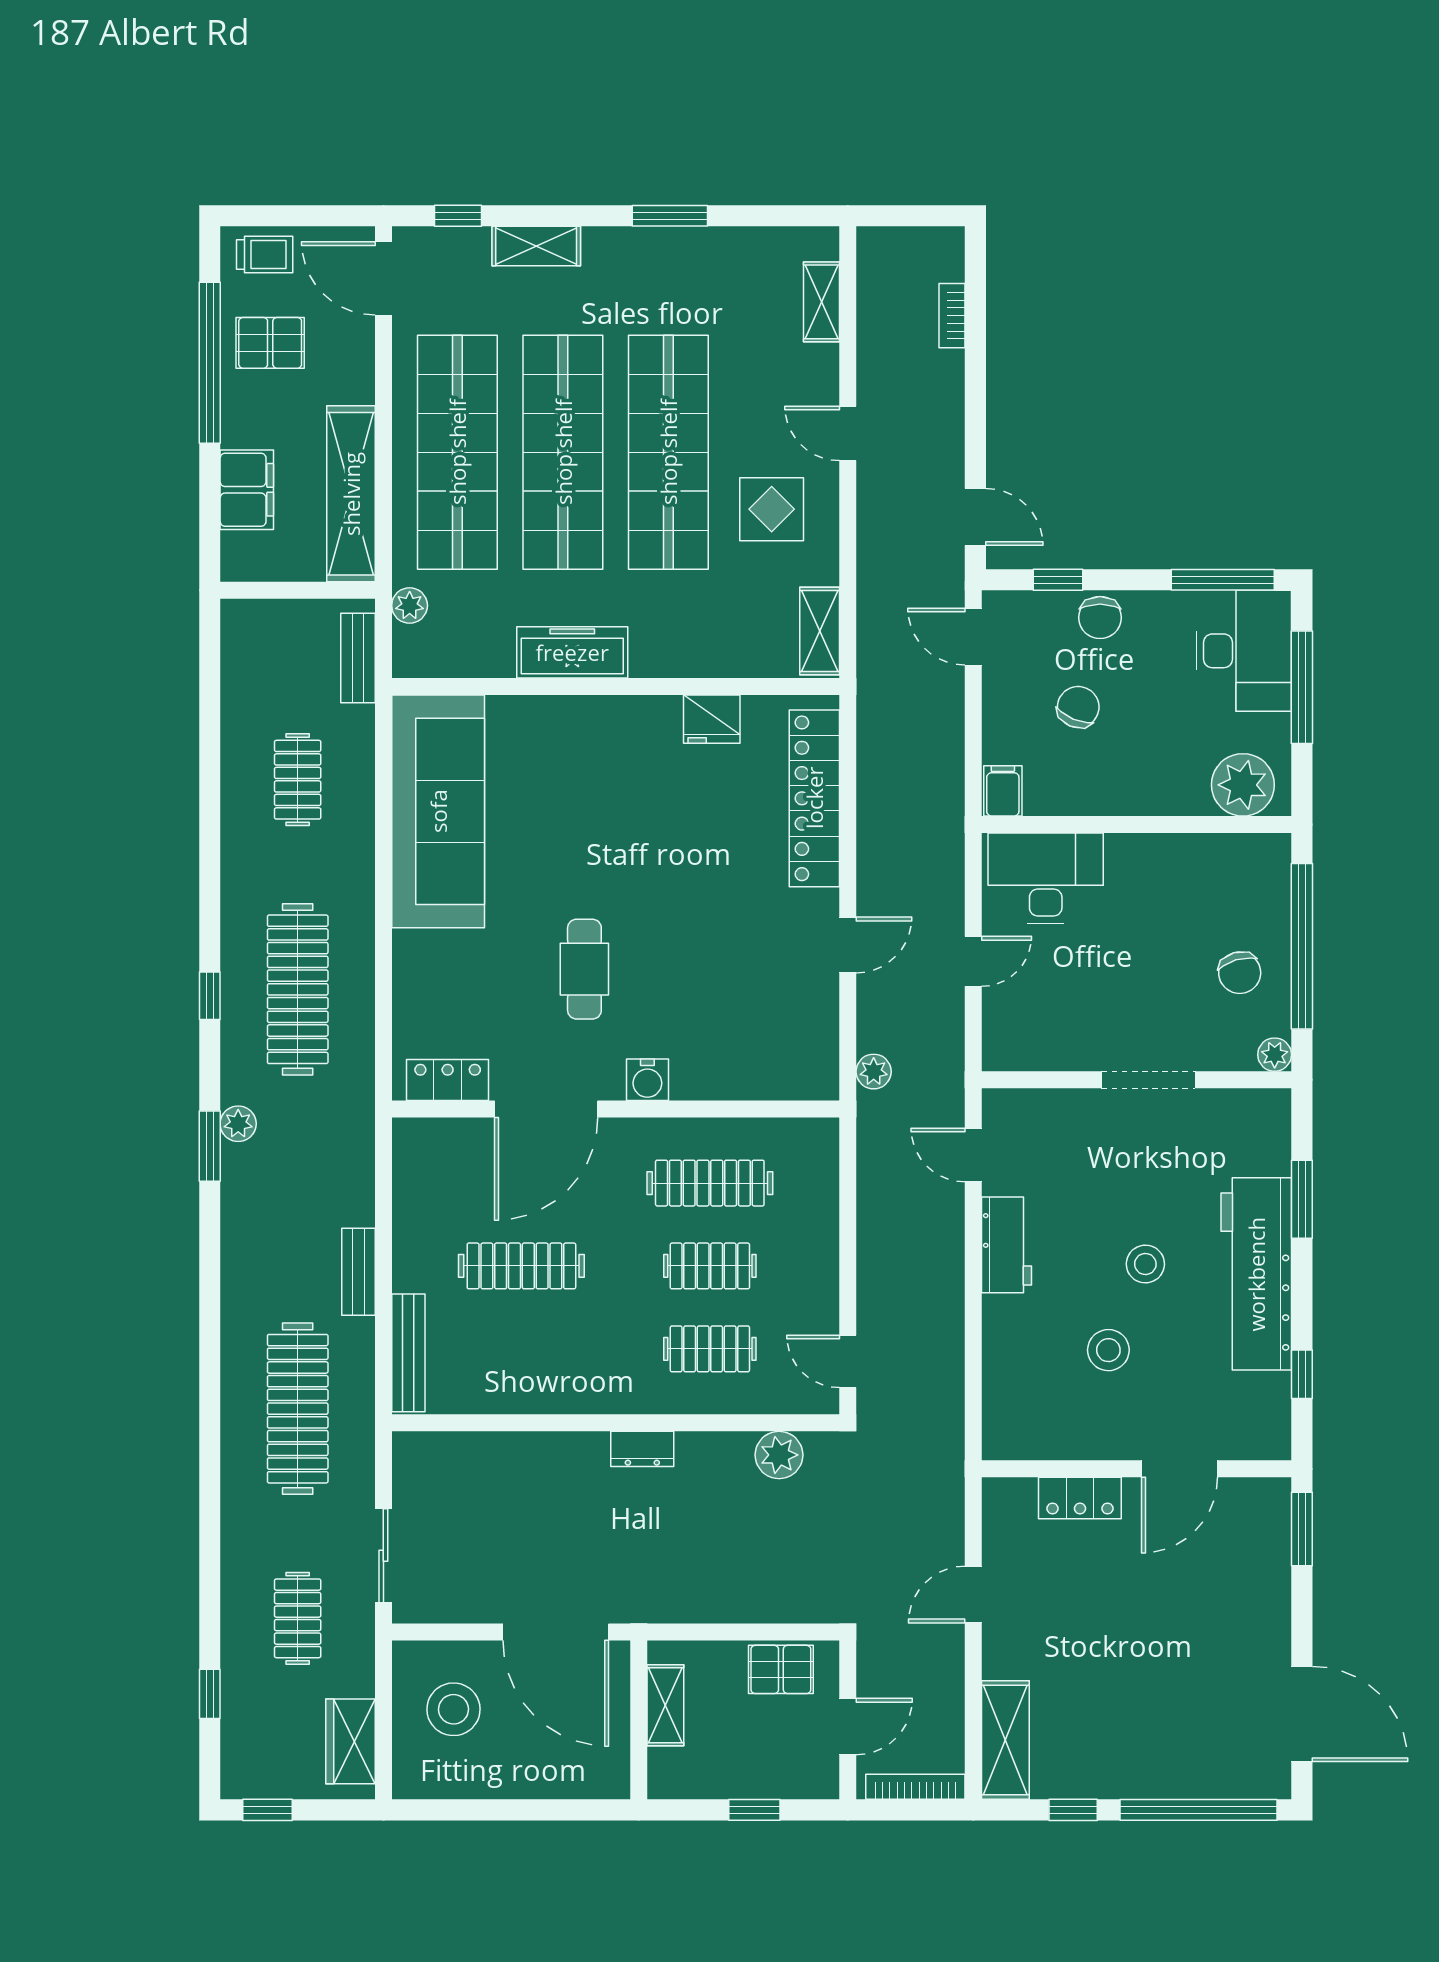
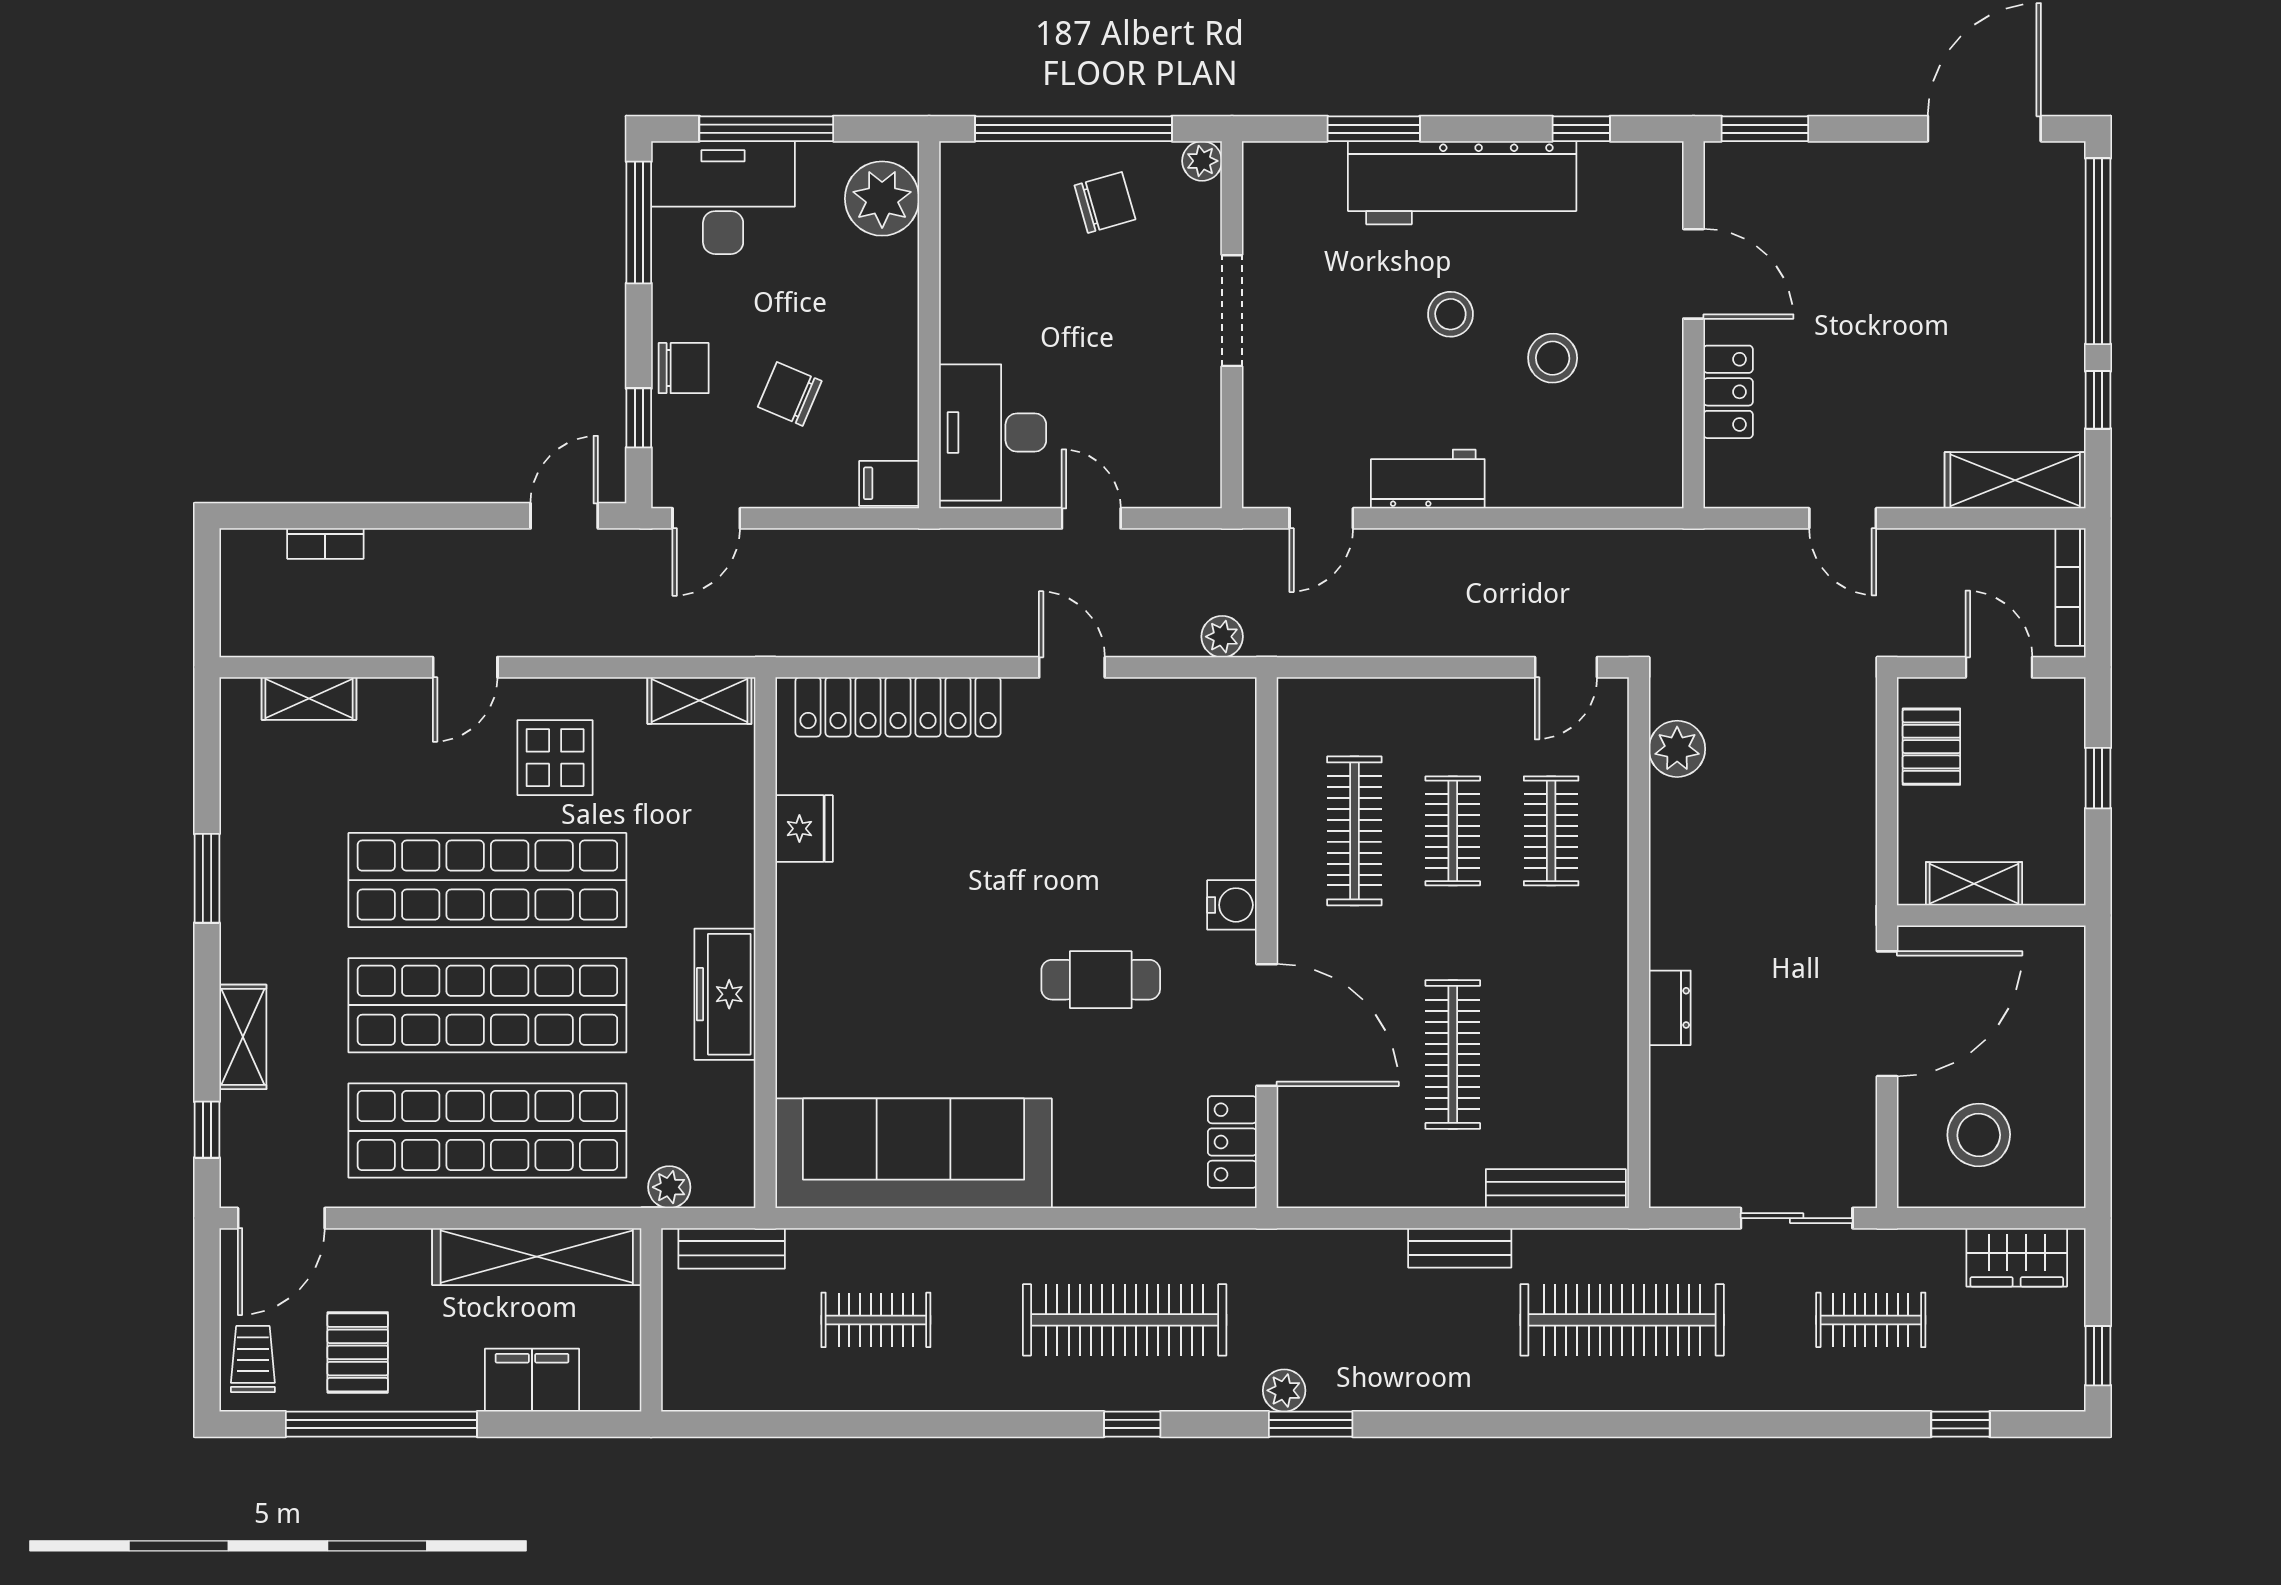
dresser: (642, 1449) -> (1670, 1008), moved

